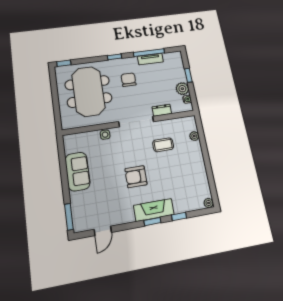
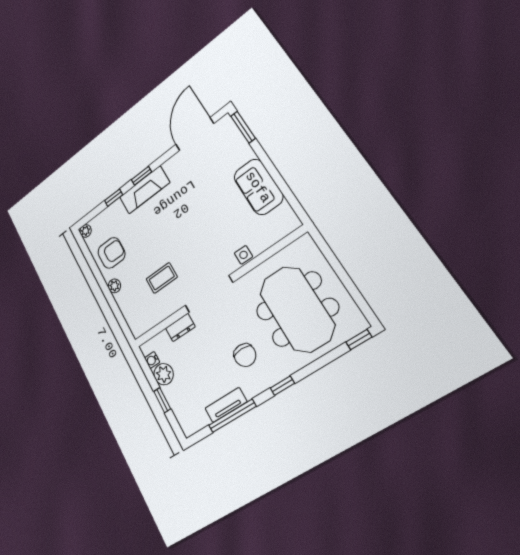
plant: (194, 136) -> (114, 286), moved
armchair: (136, 177) -> (111, 253), moved
door: (103, 231) -> (195, 134), width x1.87

